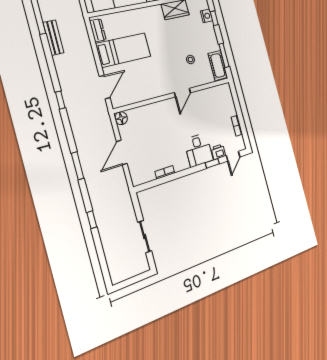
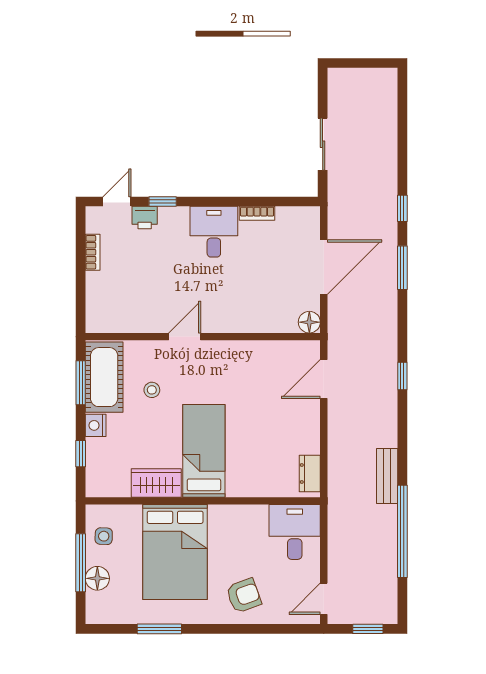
nightstand: (207, 16) -> (96, 425), moved
bed: (123, 50) -> (204, 451), moved, turned 90
cot: (218, 65) -> (104, 377), width x1.37, depth x1.34
desk: (199, 150) -> (214, 232), moved
door: (122, 152) -> (324, 267), width x1.36
window: (92, 220) -> (402, 208), moved
sliding door: (145, 237) -> (323, 144), moved

